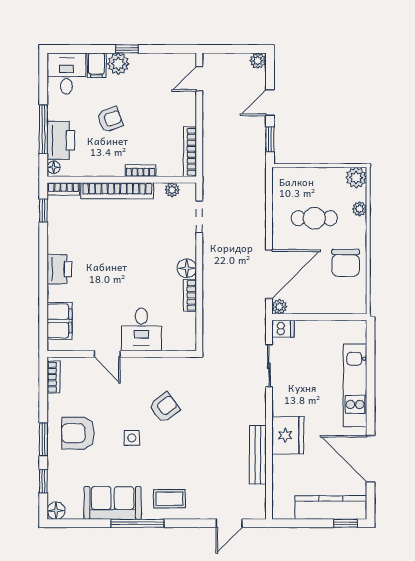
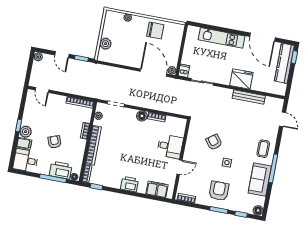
plant: (356, 178) -> (106, 44), moved
cafe table: (314, 218) -> (128, 43), removed
armchair: (78, 433) -> (219, 191), turned 180
door: (371, 459) -> (262, 37), hinge flipped

